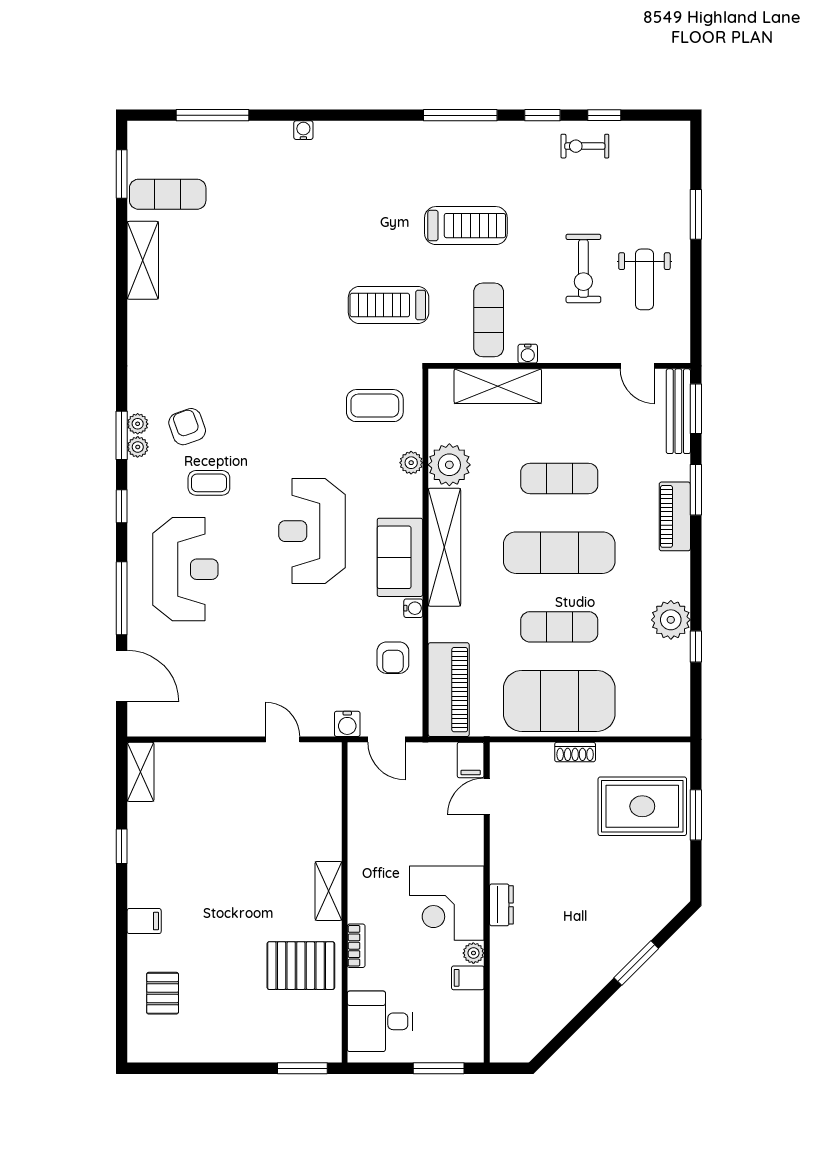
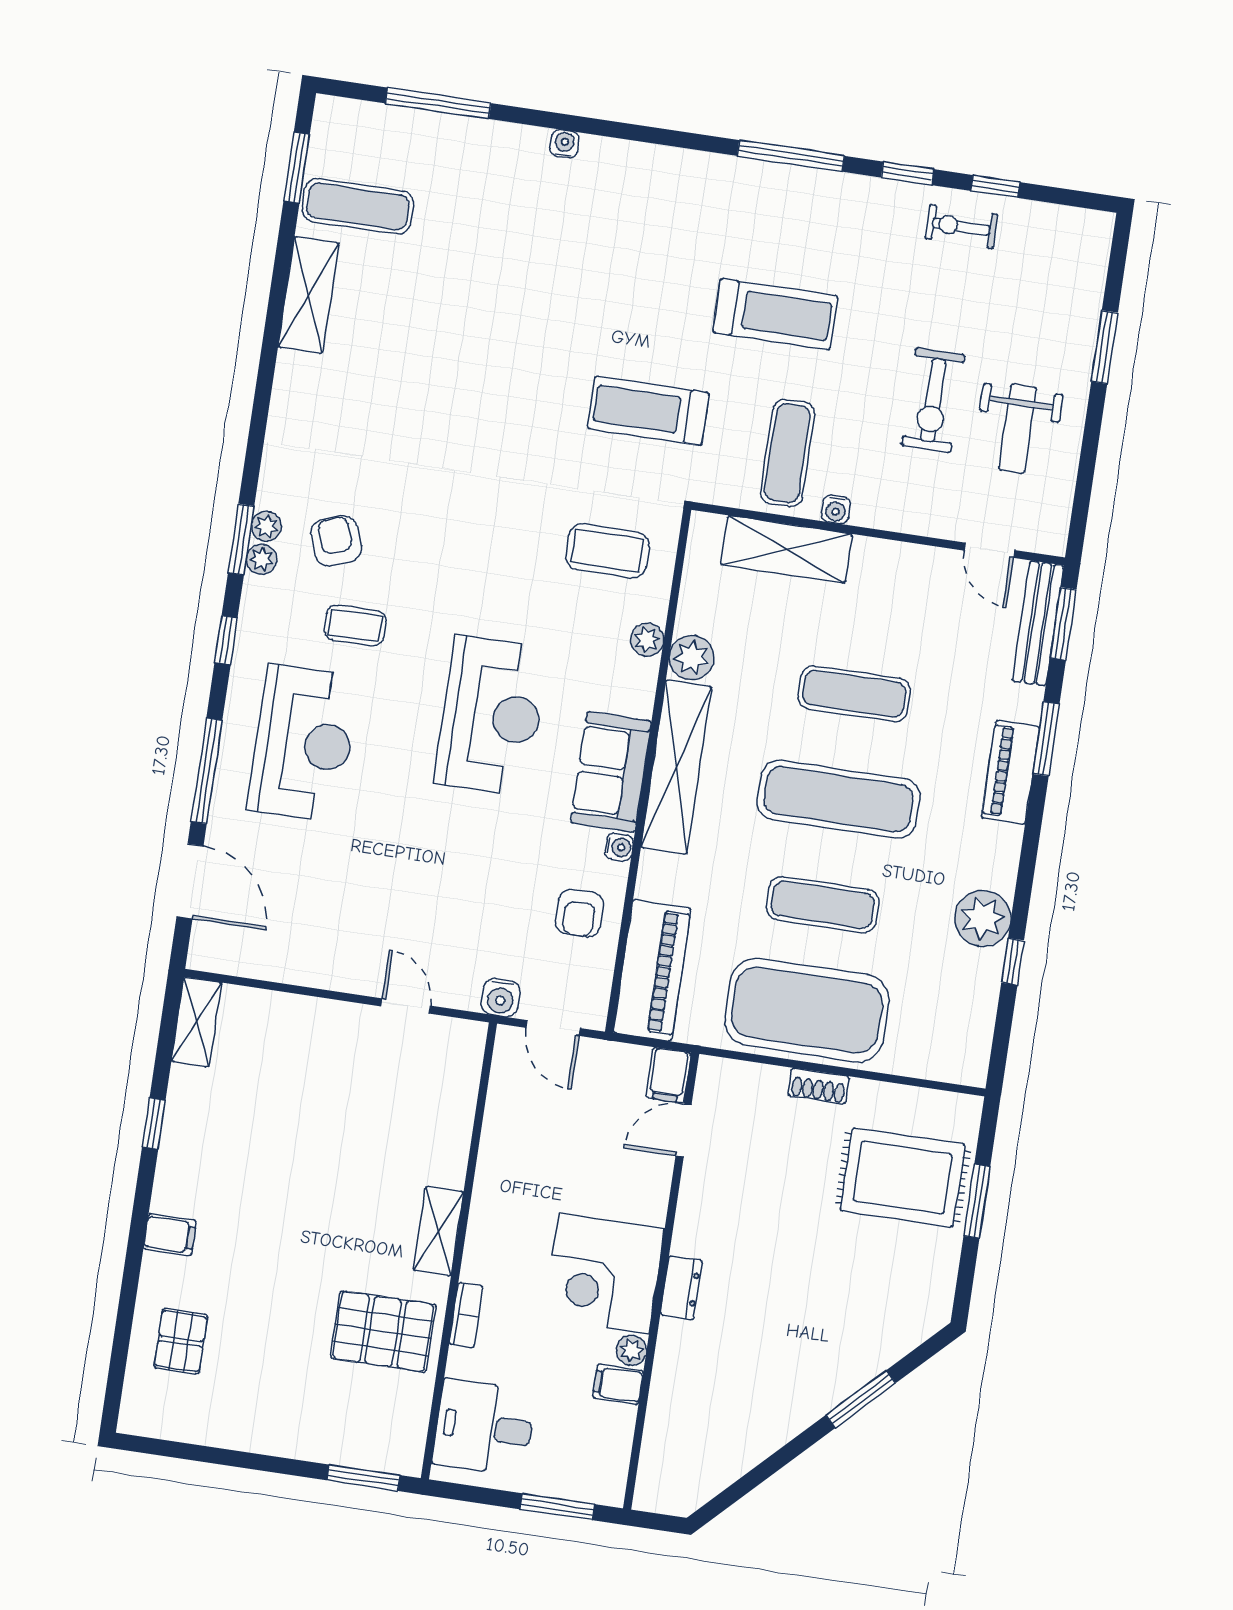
plant: (449, 465) -> (692, 658), width x0.73, depth x0.73
reception desk: (312, 531) -> (491, 716), turned 180

